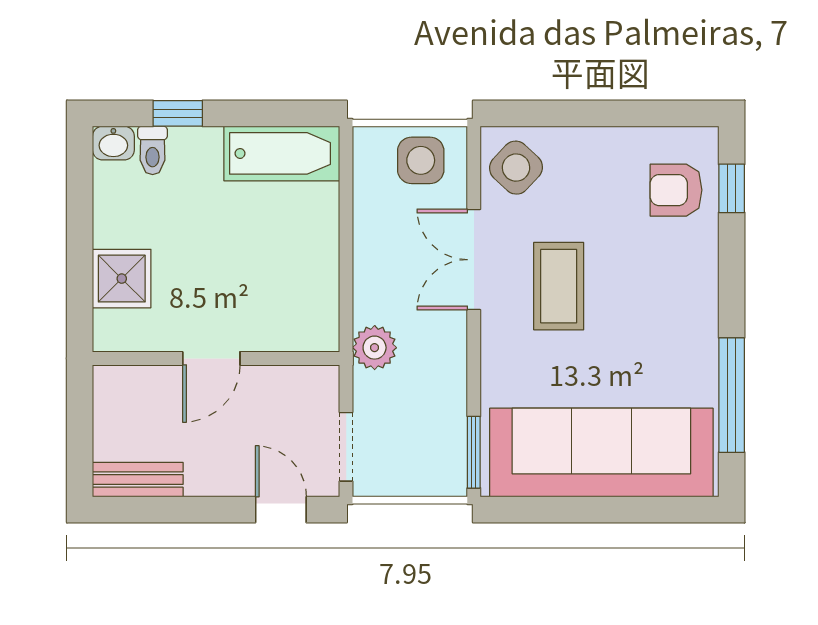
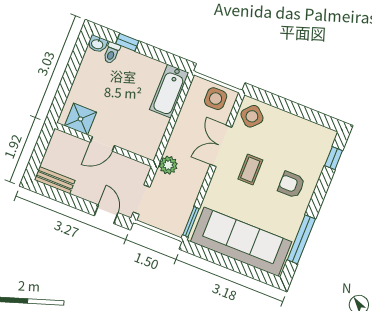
bathtub: (282, 153) -> (169, 91), moved, turned 90
armchair: (676, 190) -> (291, 185), moved
shower: (122, 279) -> (80, 119), moved
coffee table: (559, 286) -> (250, 170), width x0.73, depth x0.77

